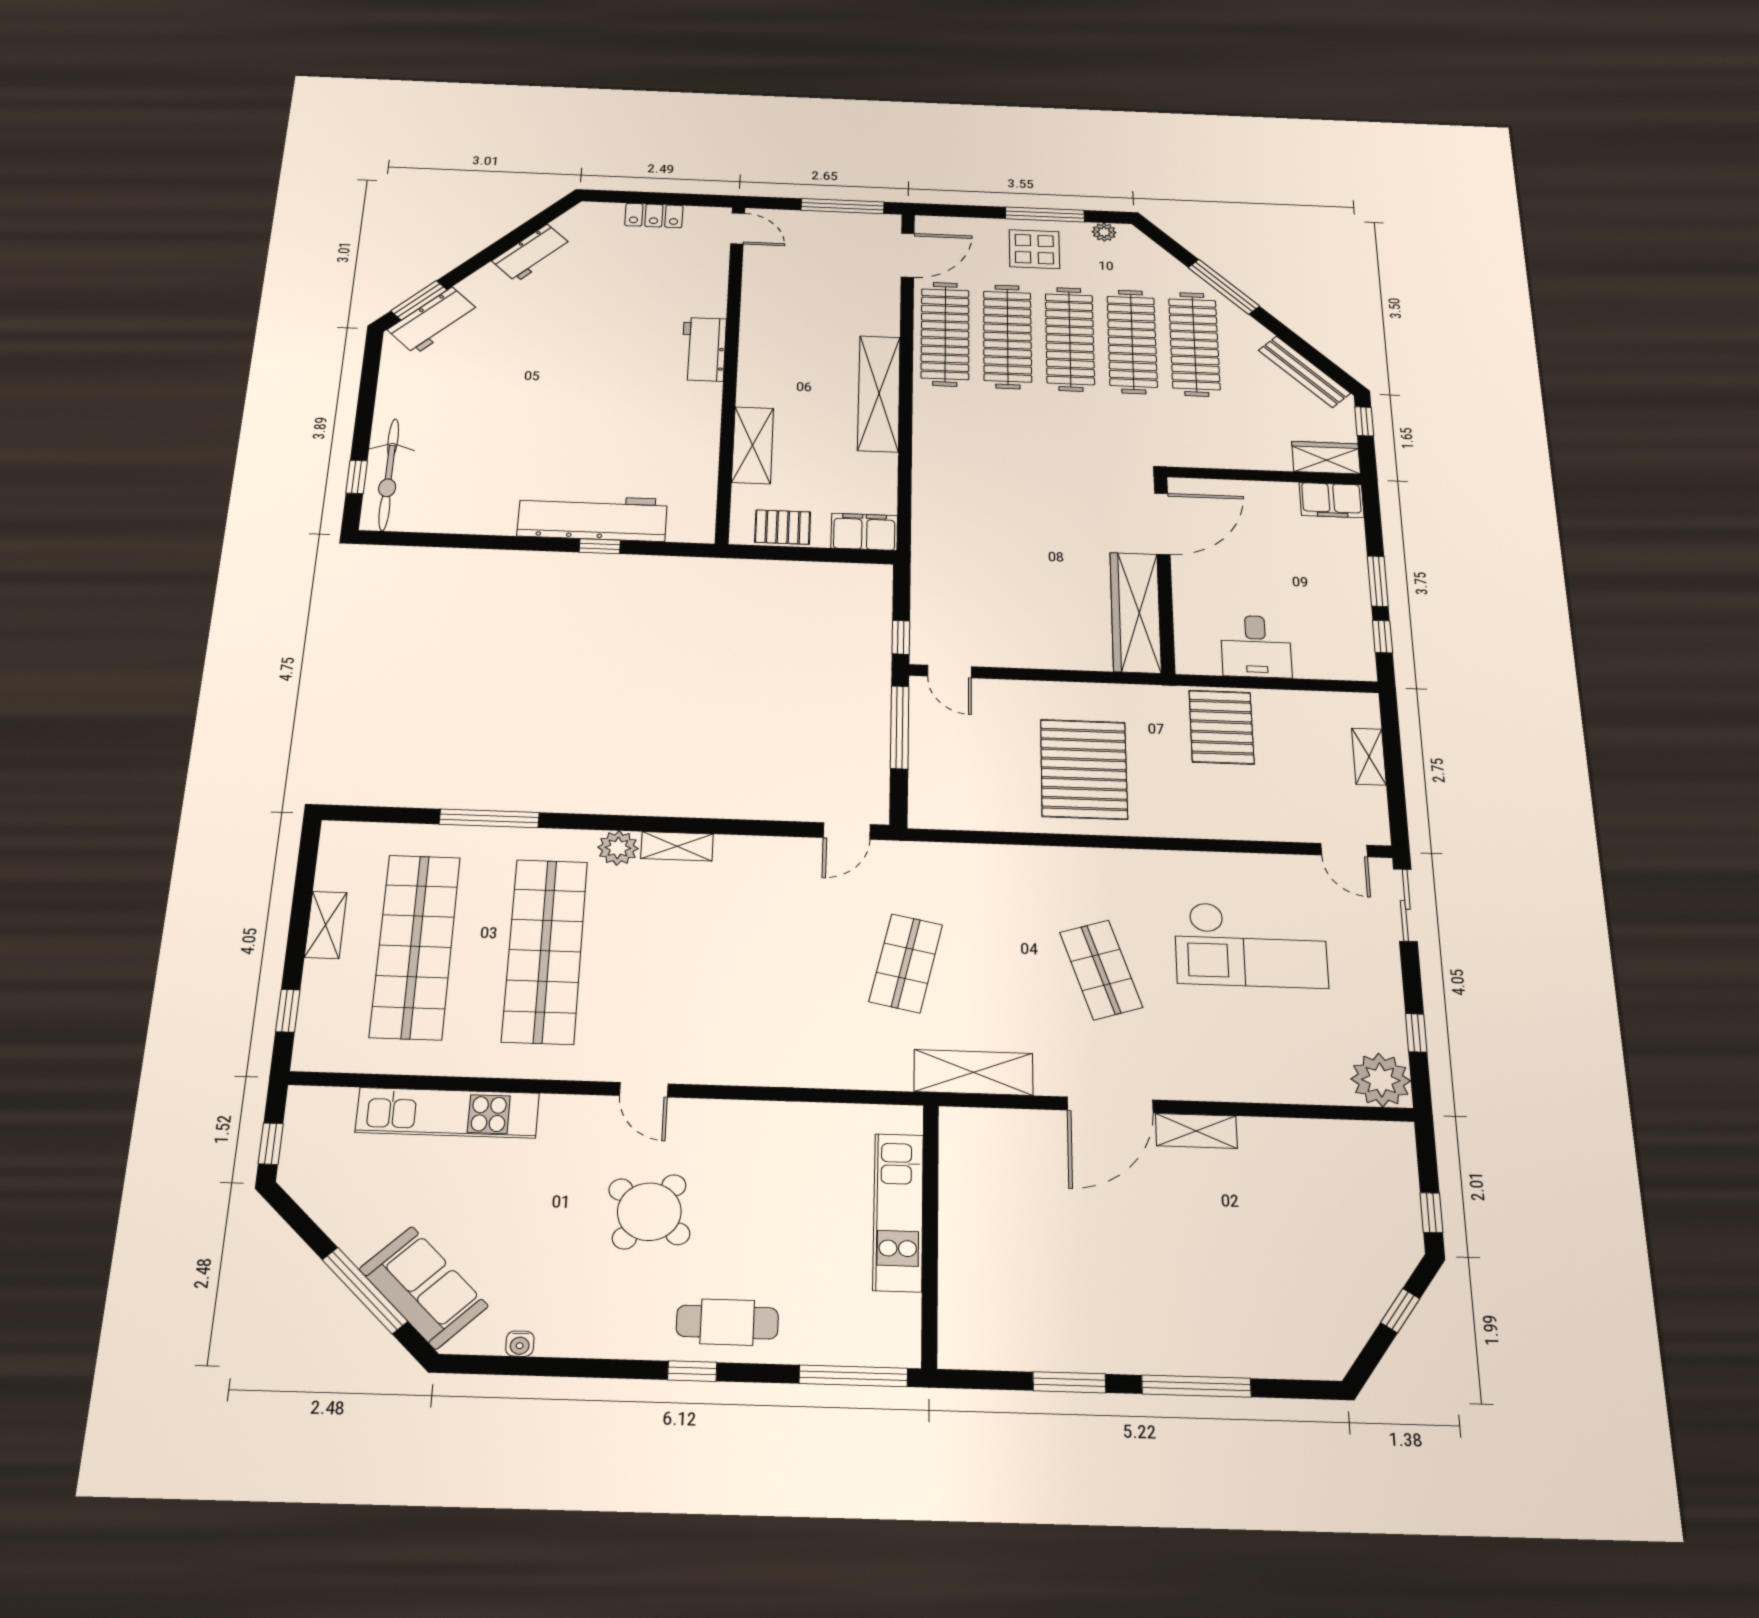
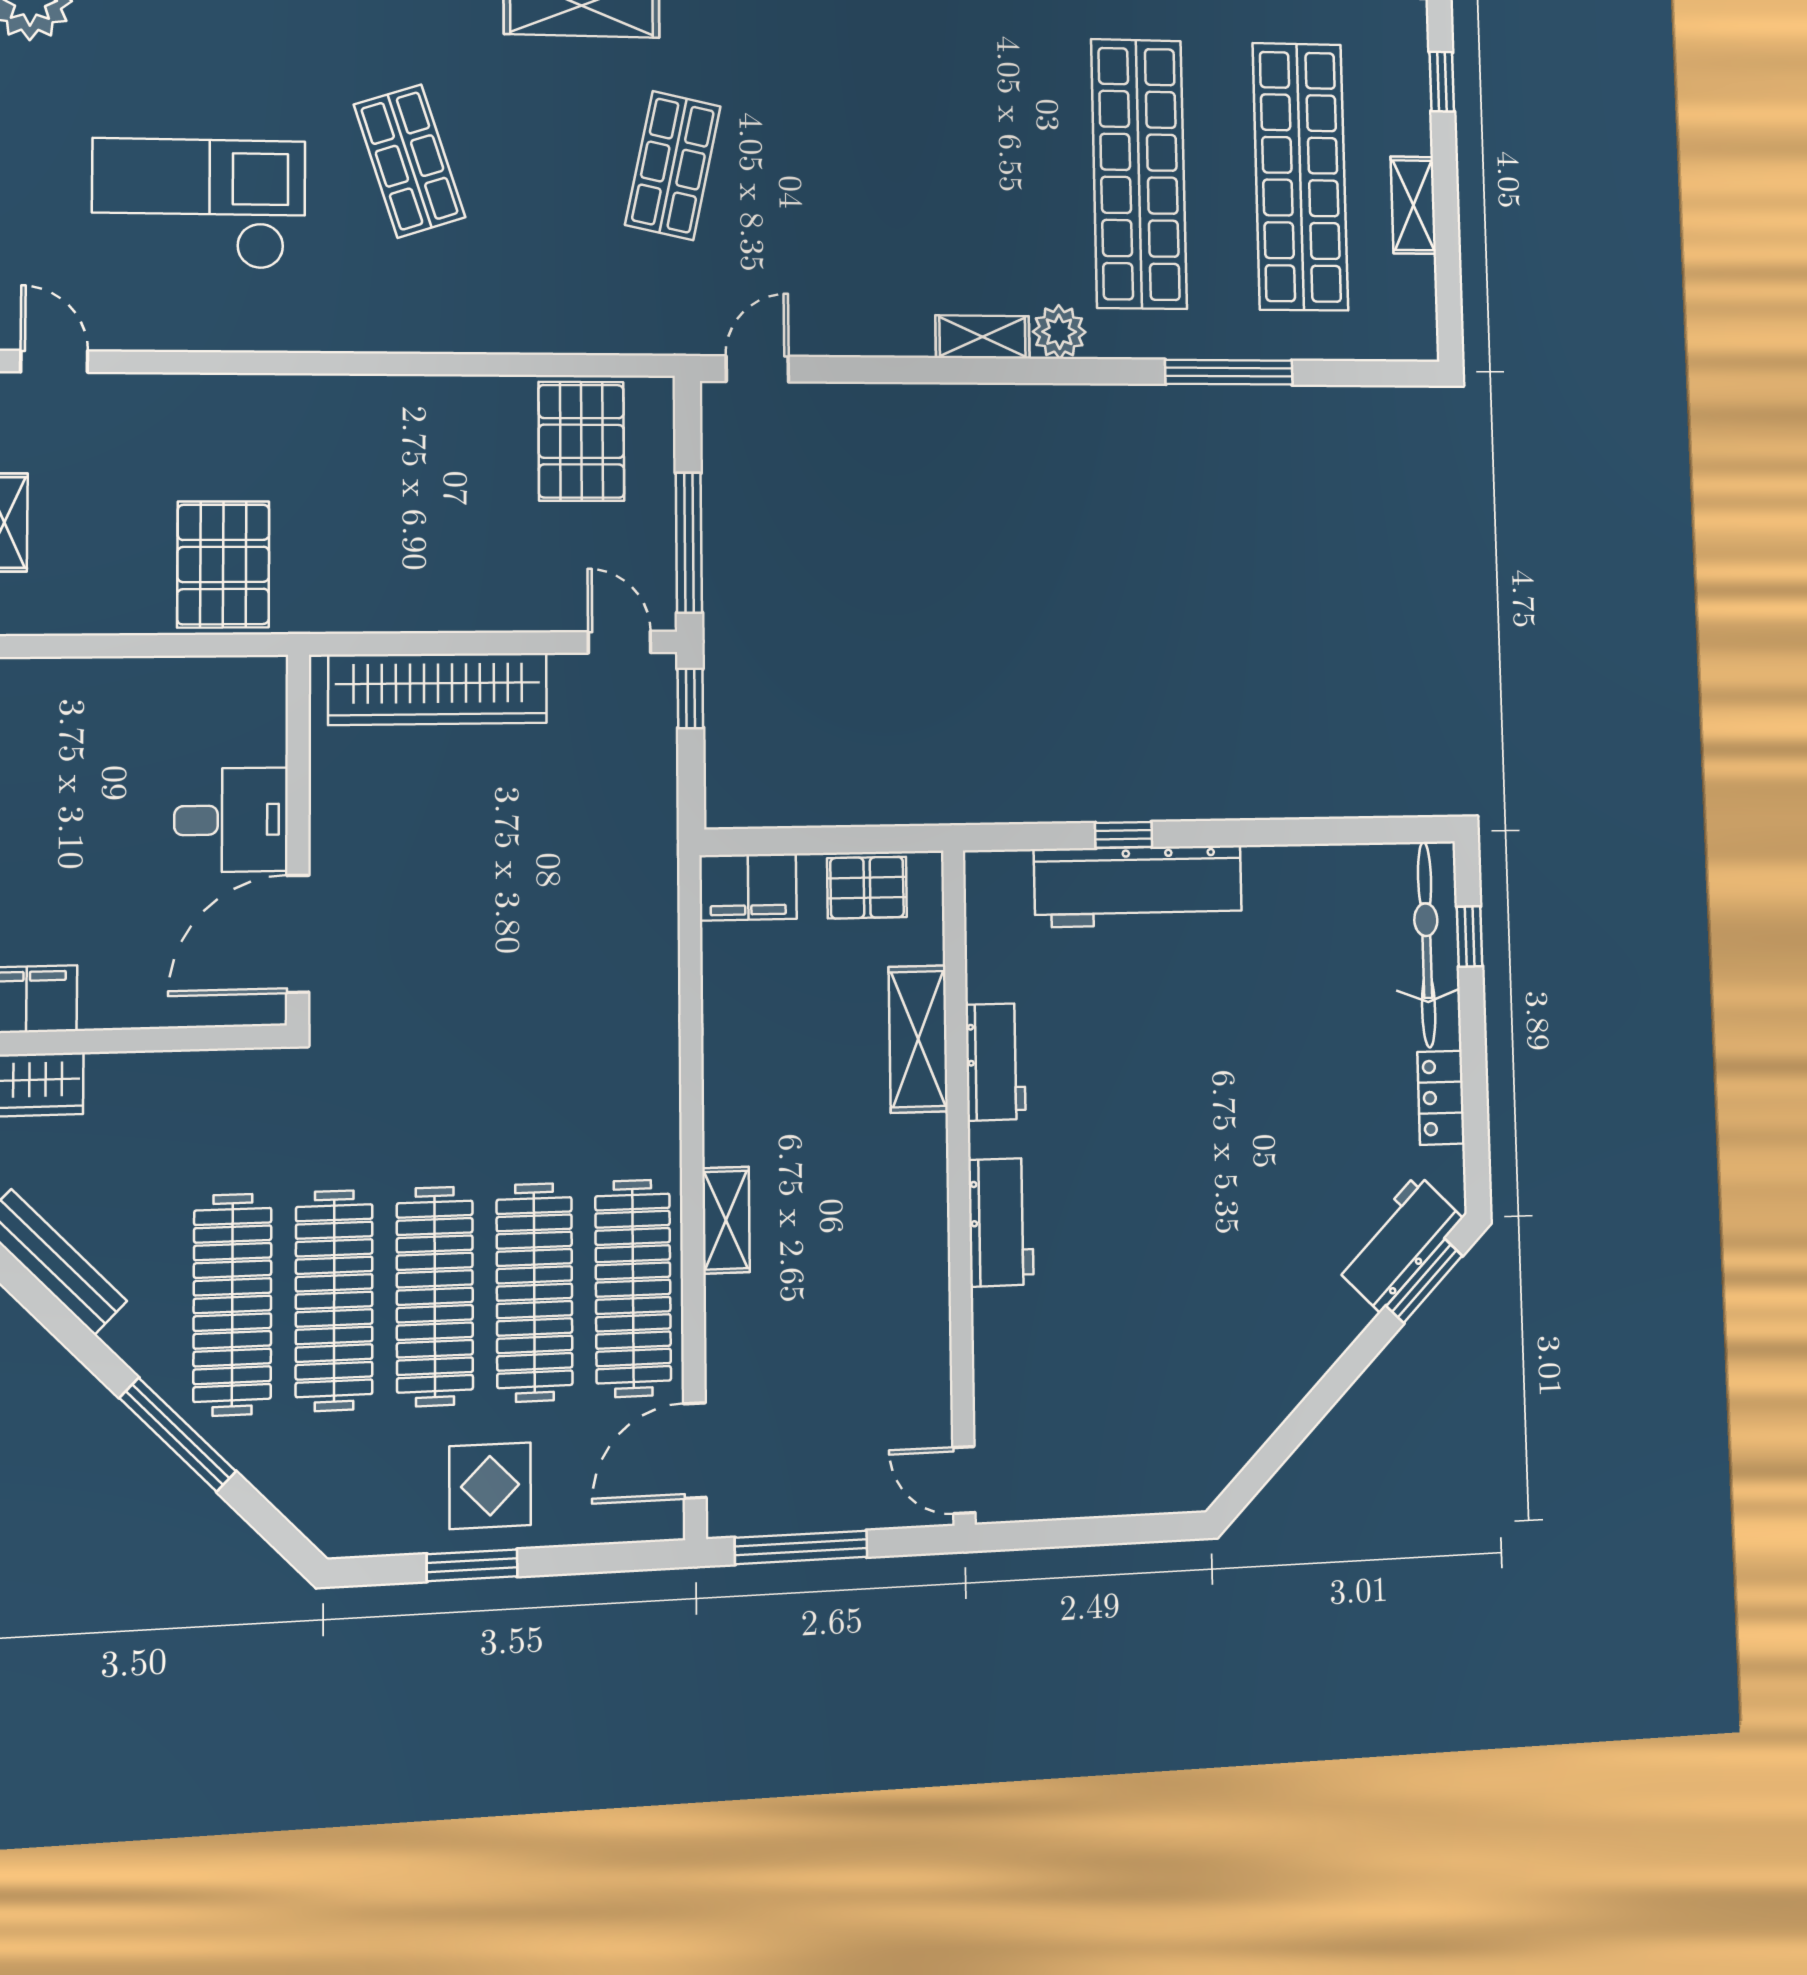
window: (1045, 215) -> (472, 1565), width x0.69
locker: (654, 216) -> (1441, 1098), moved, turned -90
plant: (1104, 232) -> (374, 1536), removed
workbench: (532, 253) -> (996, 1062), moved, turned 135
shelving: (879, 393) -> (726, 1220), width x0.45, depth x0.75
wardrobe: (1135, 612) -> (438, 689), moved, turned 90
desk: (1256, 646) -> (231, 820), moved, turned 90
pallet: (1084, 769) -> (581, 441), moved, width x0.73, depth x0.71

